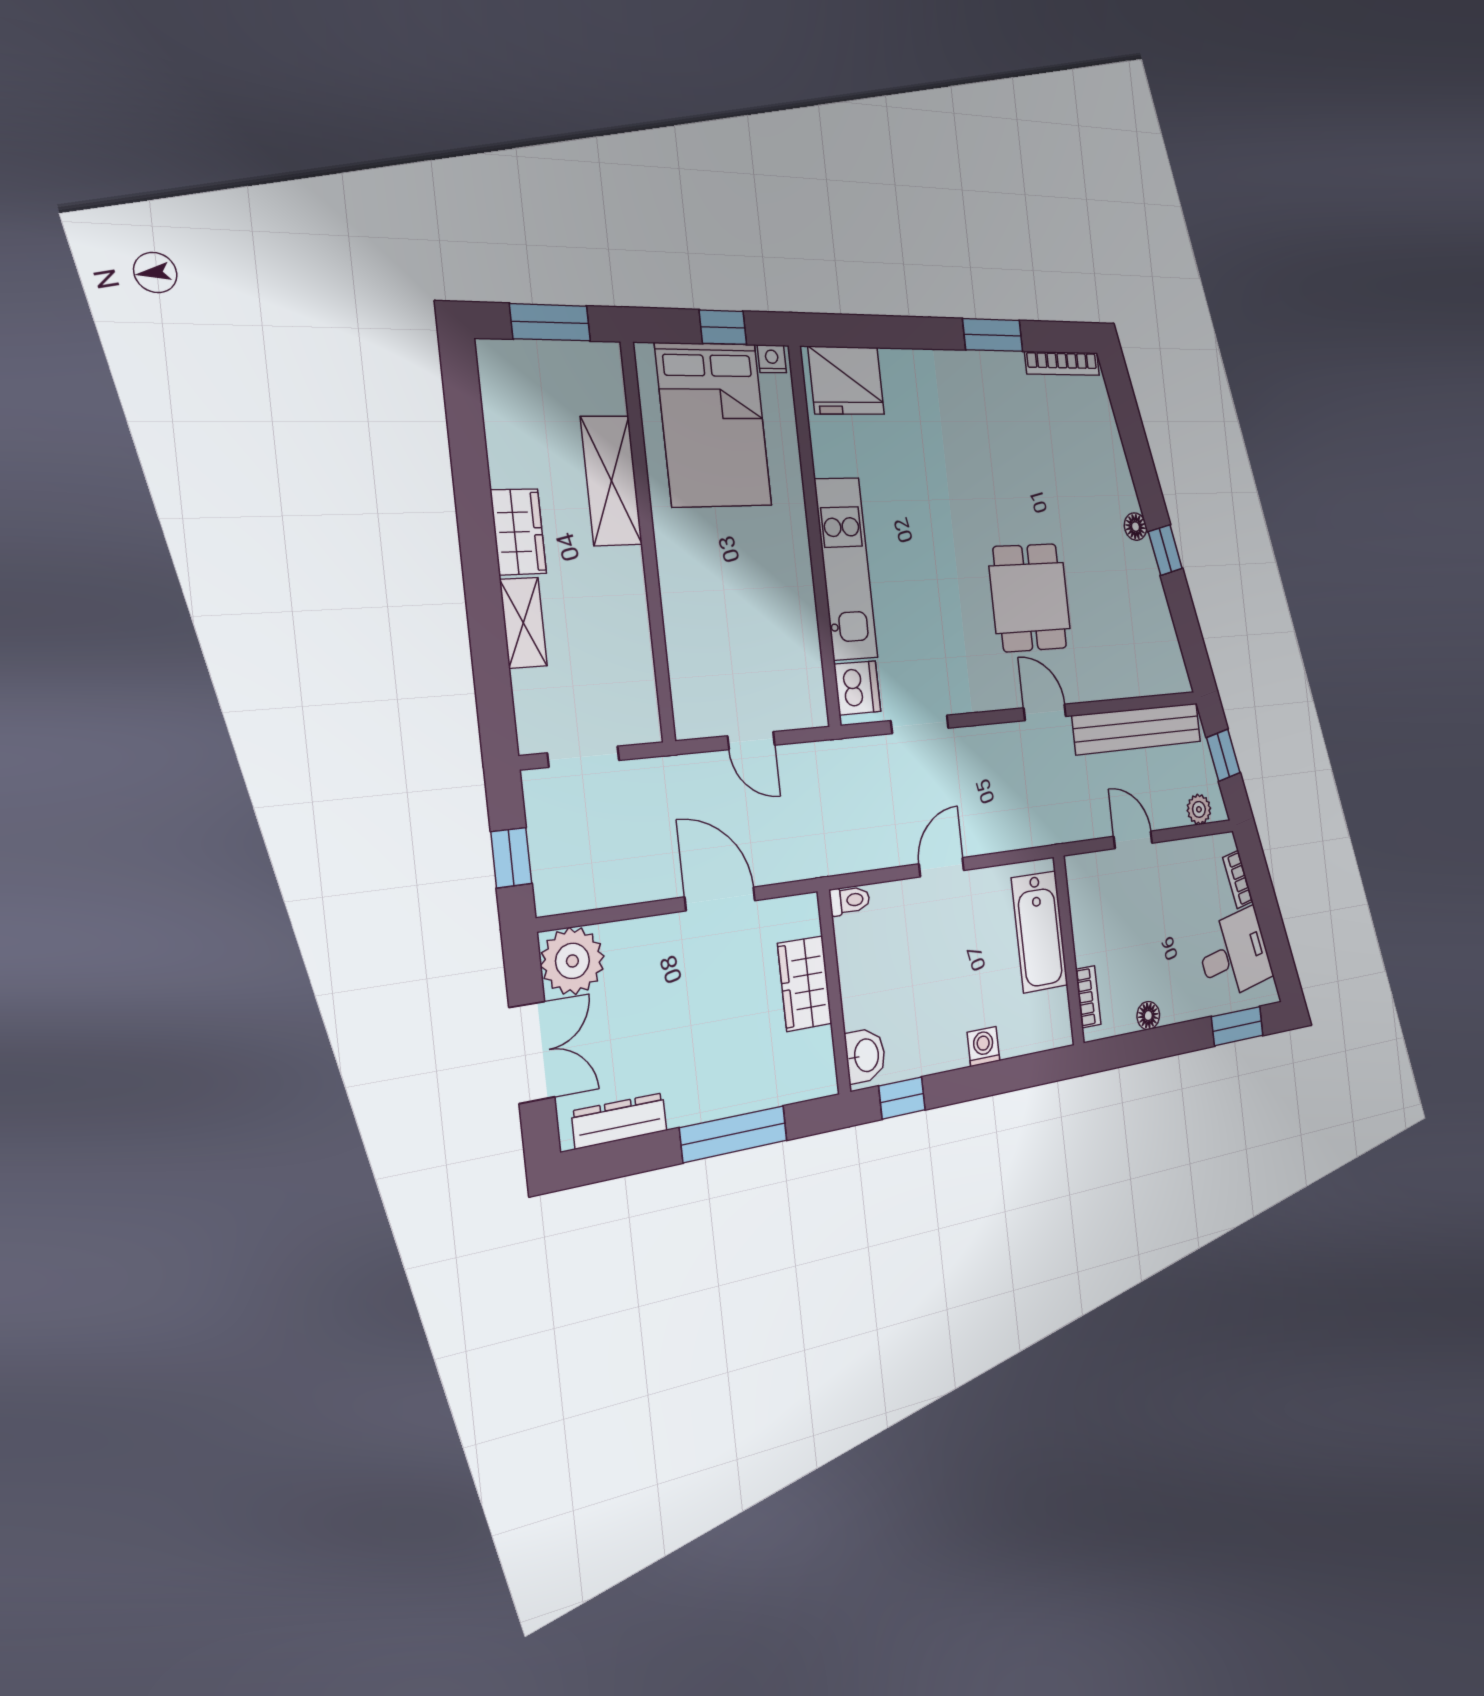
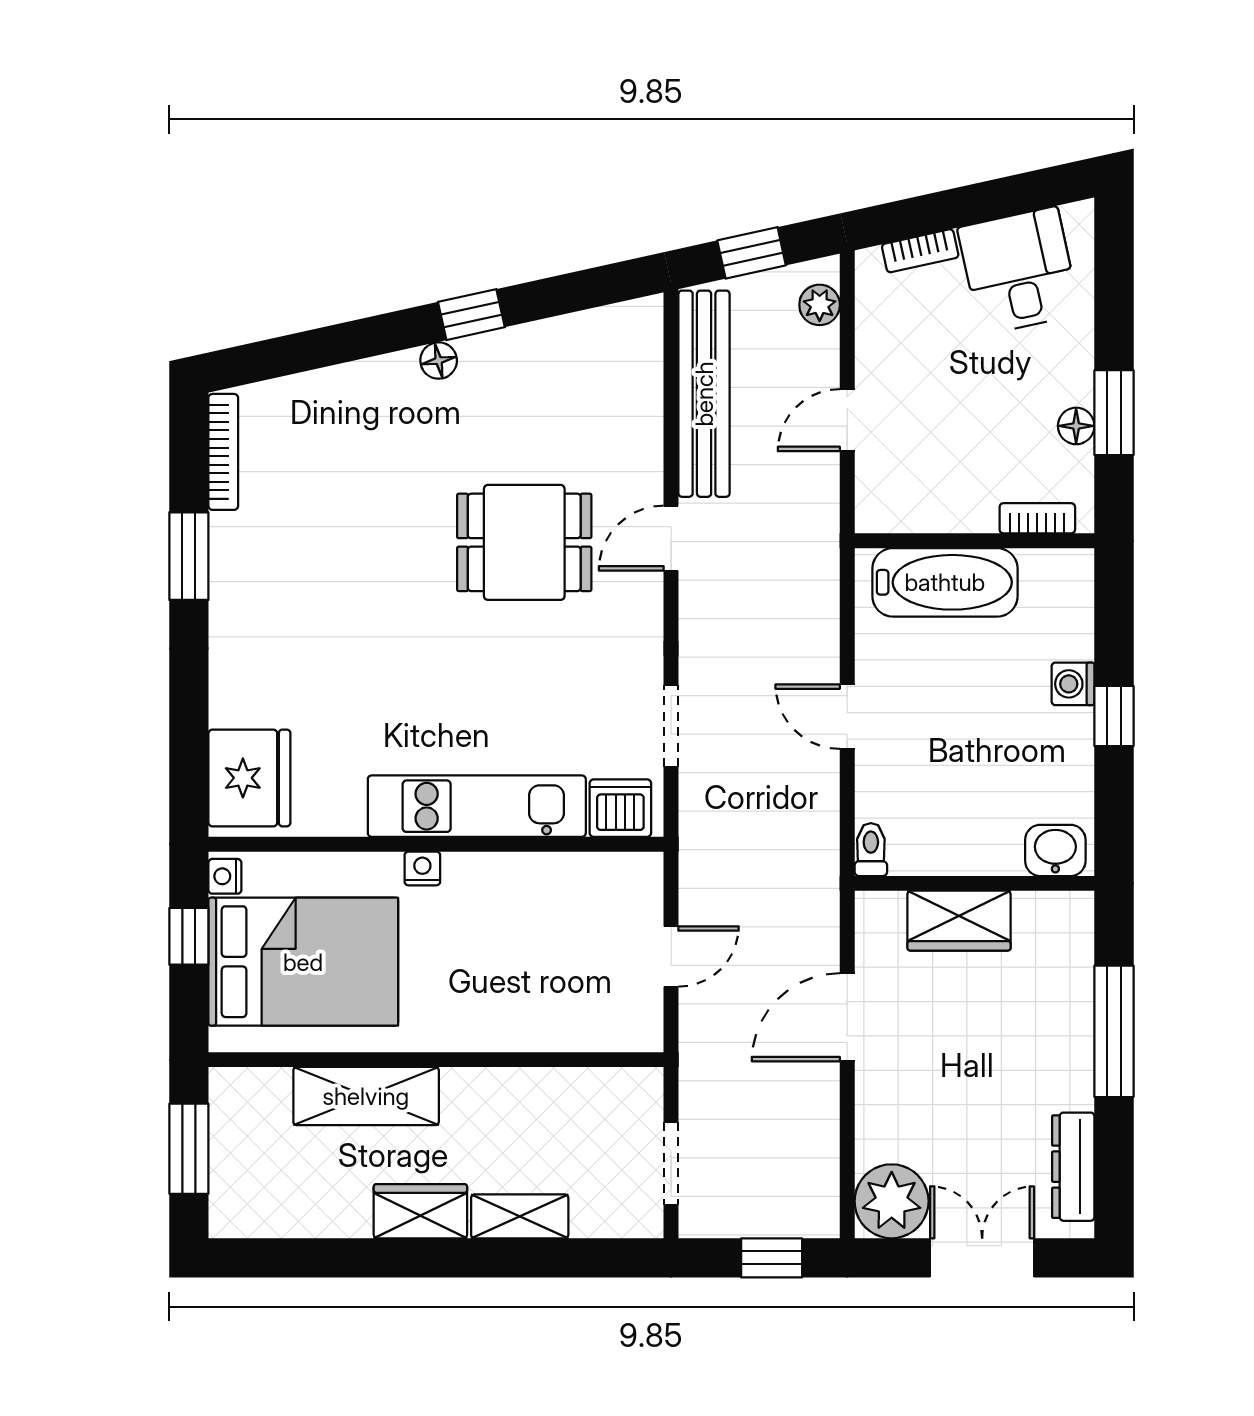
nightstand: (795, 525) -> (422, 868), added
window: (1237, 1026) -> (1114, 413), moved
window: (902, 1098) -> (1114, 716), moved

